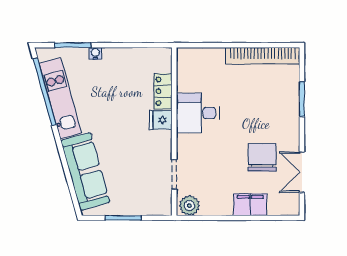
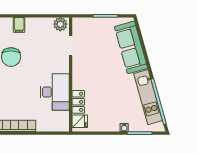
desk: (198, 113) -> (55, 92), width x1.37
fridge: (161, 120) -> (80, 121), moved
filing cabinet: (250, 205) -> (19, 25), width x0.50

